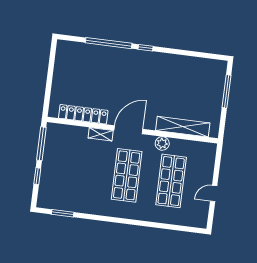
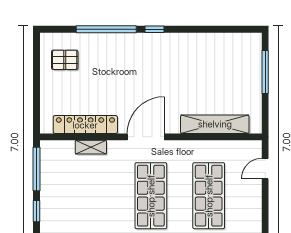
pallet: (74, 63) -> (65, 60), added
shelving: (101, 134) -> (91, 147), moved
plant: (162, 143) -> (191, 149), removed
door: (214, 194) -> (265, 169), moved

